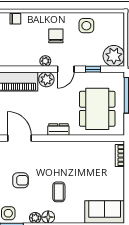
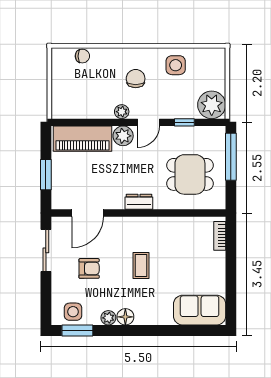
dining table: (97, 109) -> (190, 174), width x0.73
door: (19, 138) -> (88, 213), swing flipped
coffee table: (59, 192) -> (141, 265), moved

